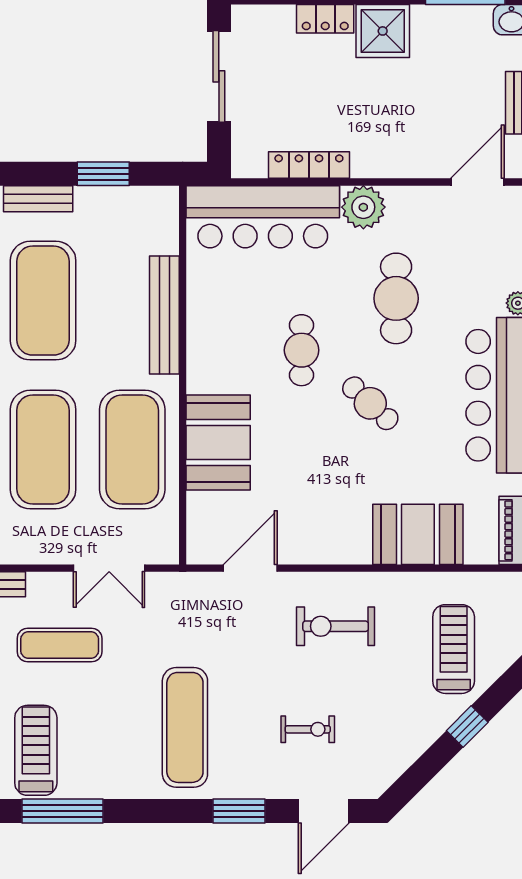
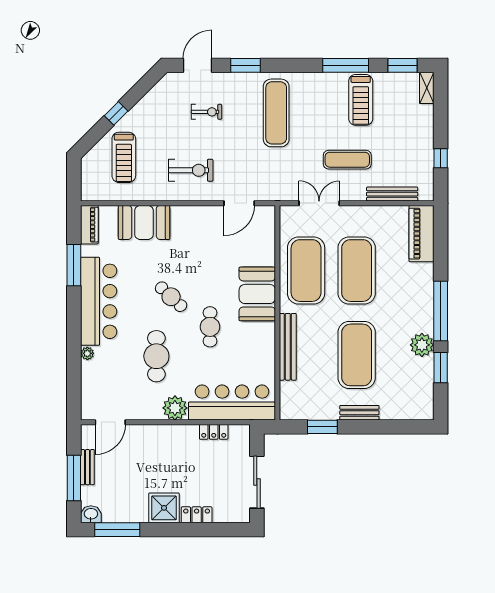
locker: (309, 165) -> (214, 432), width x0.66
booth: (218, 442) -> (257, 294), moved
exercise bike: (308, 729) -> (206, 112), turned 180

